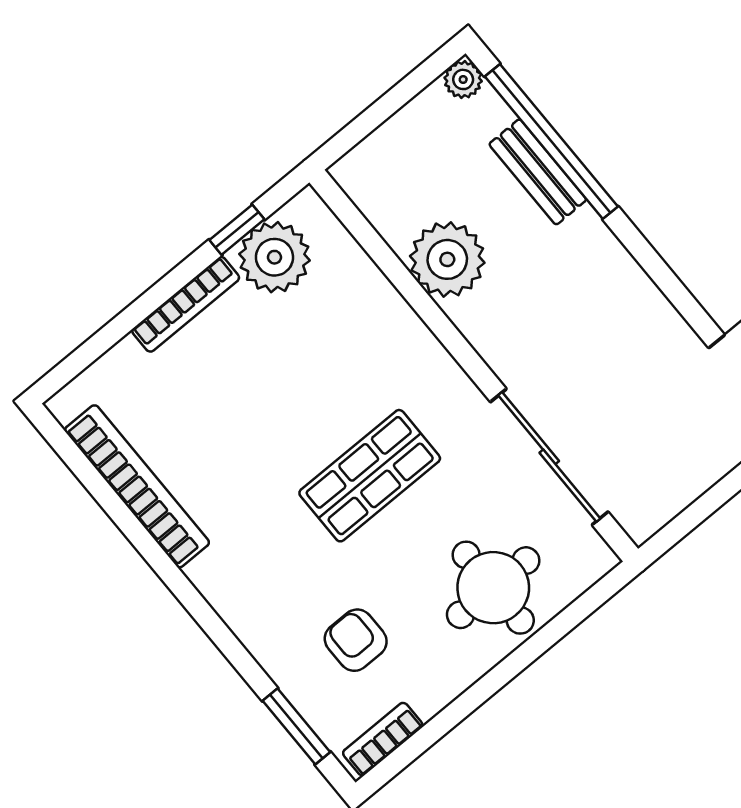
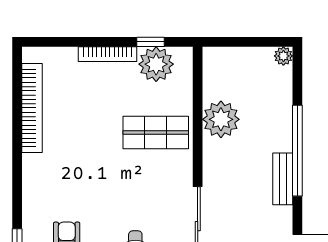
window: (551, 142) -> (297, 151), moved
bench: (538, 172) -> (283, 179), moved
shop shelf: (370, 476) -> (156, 132), moved

